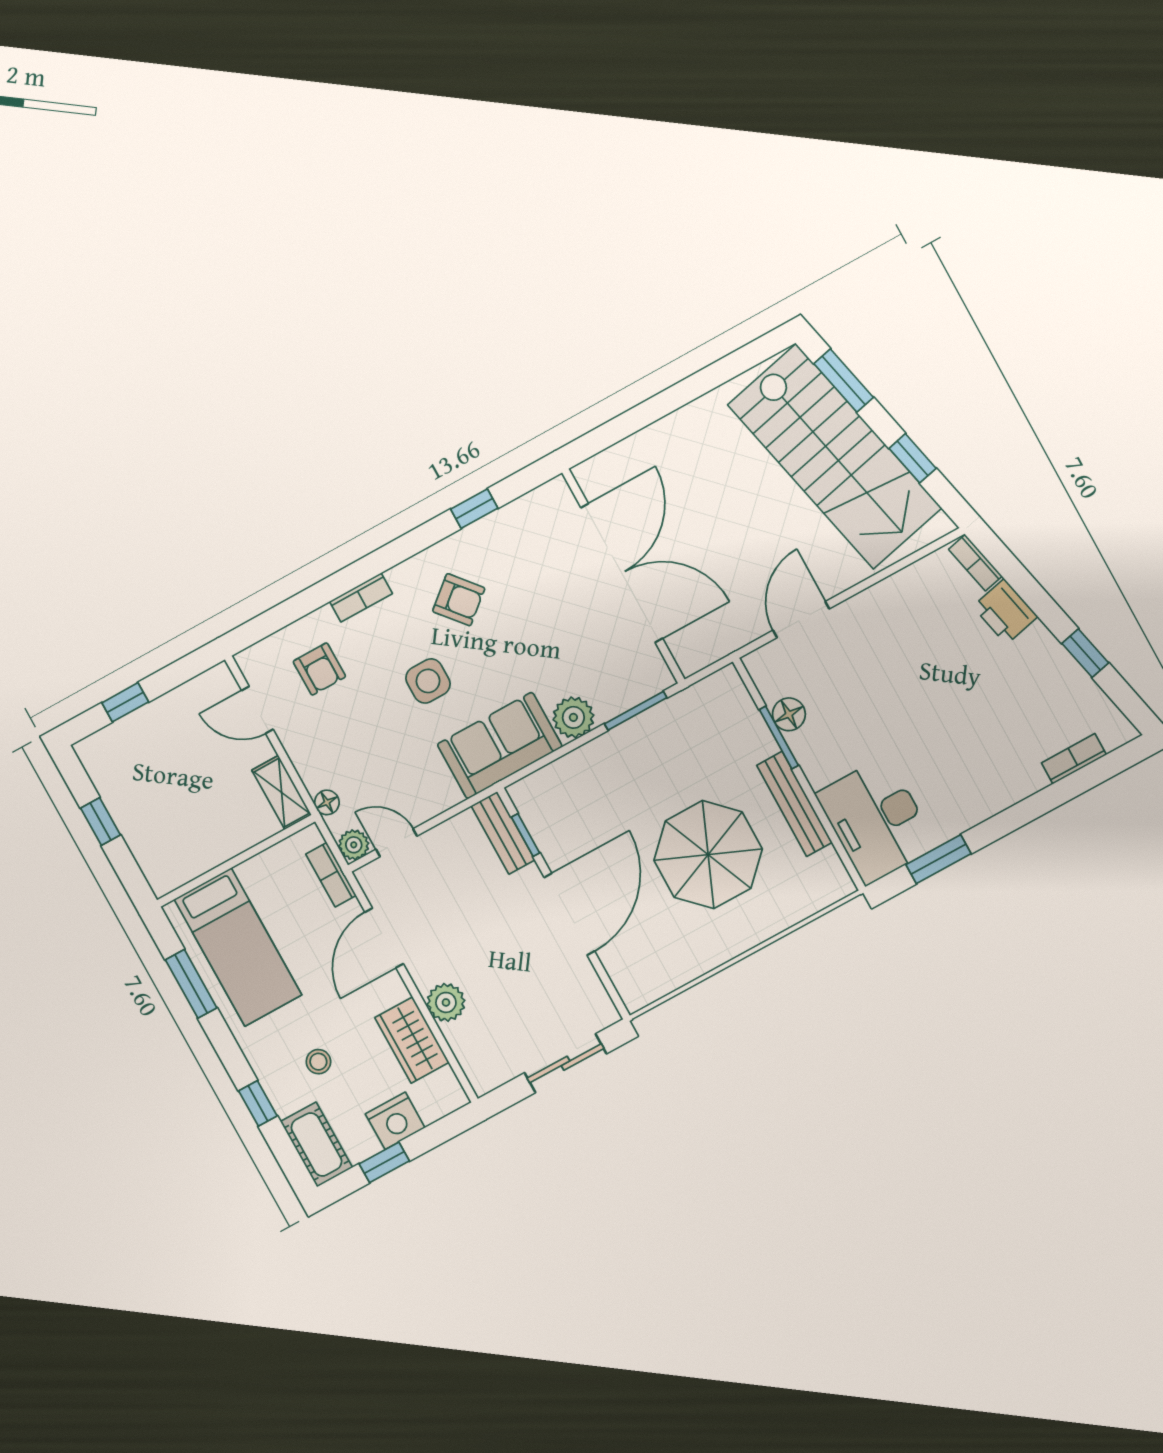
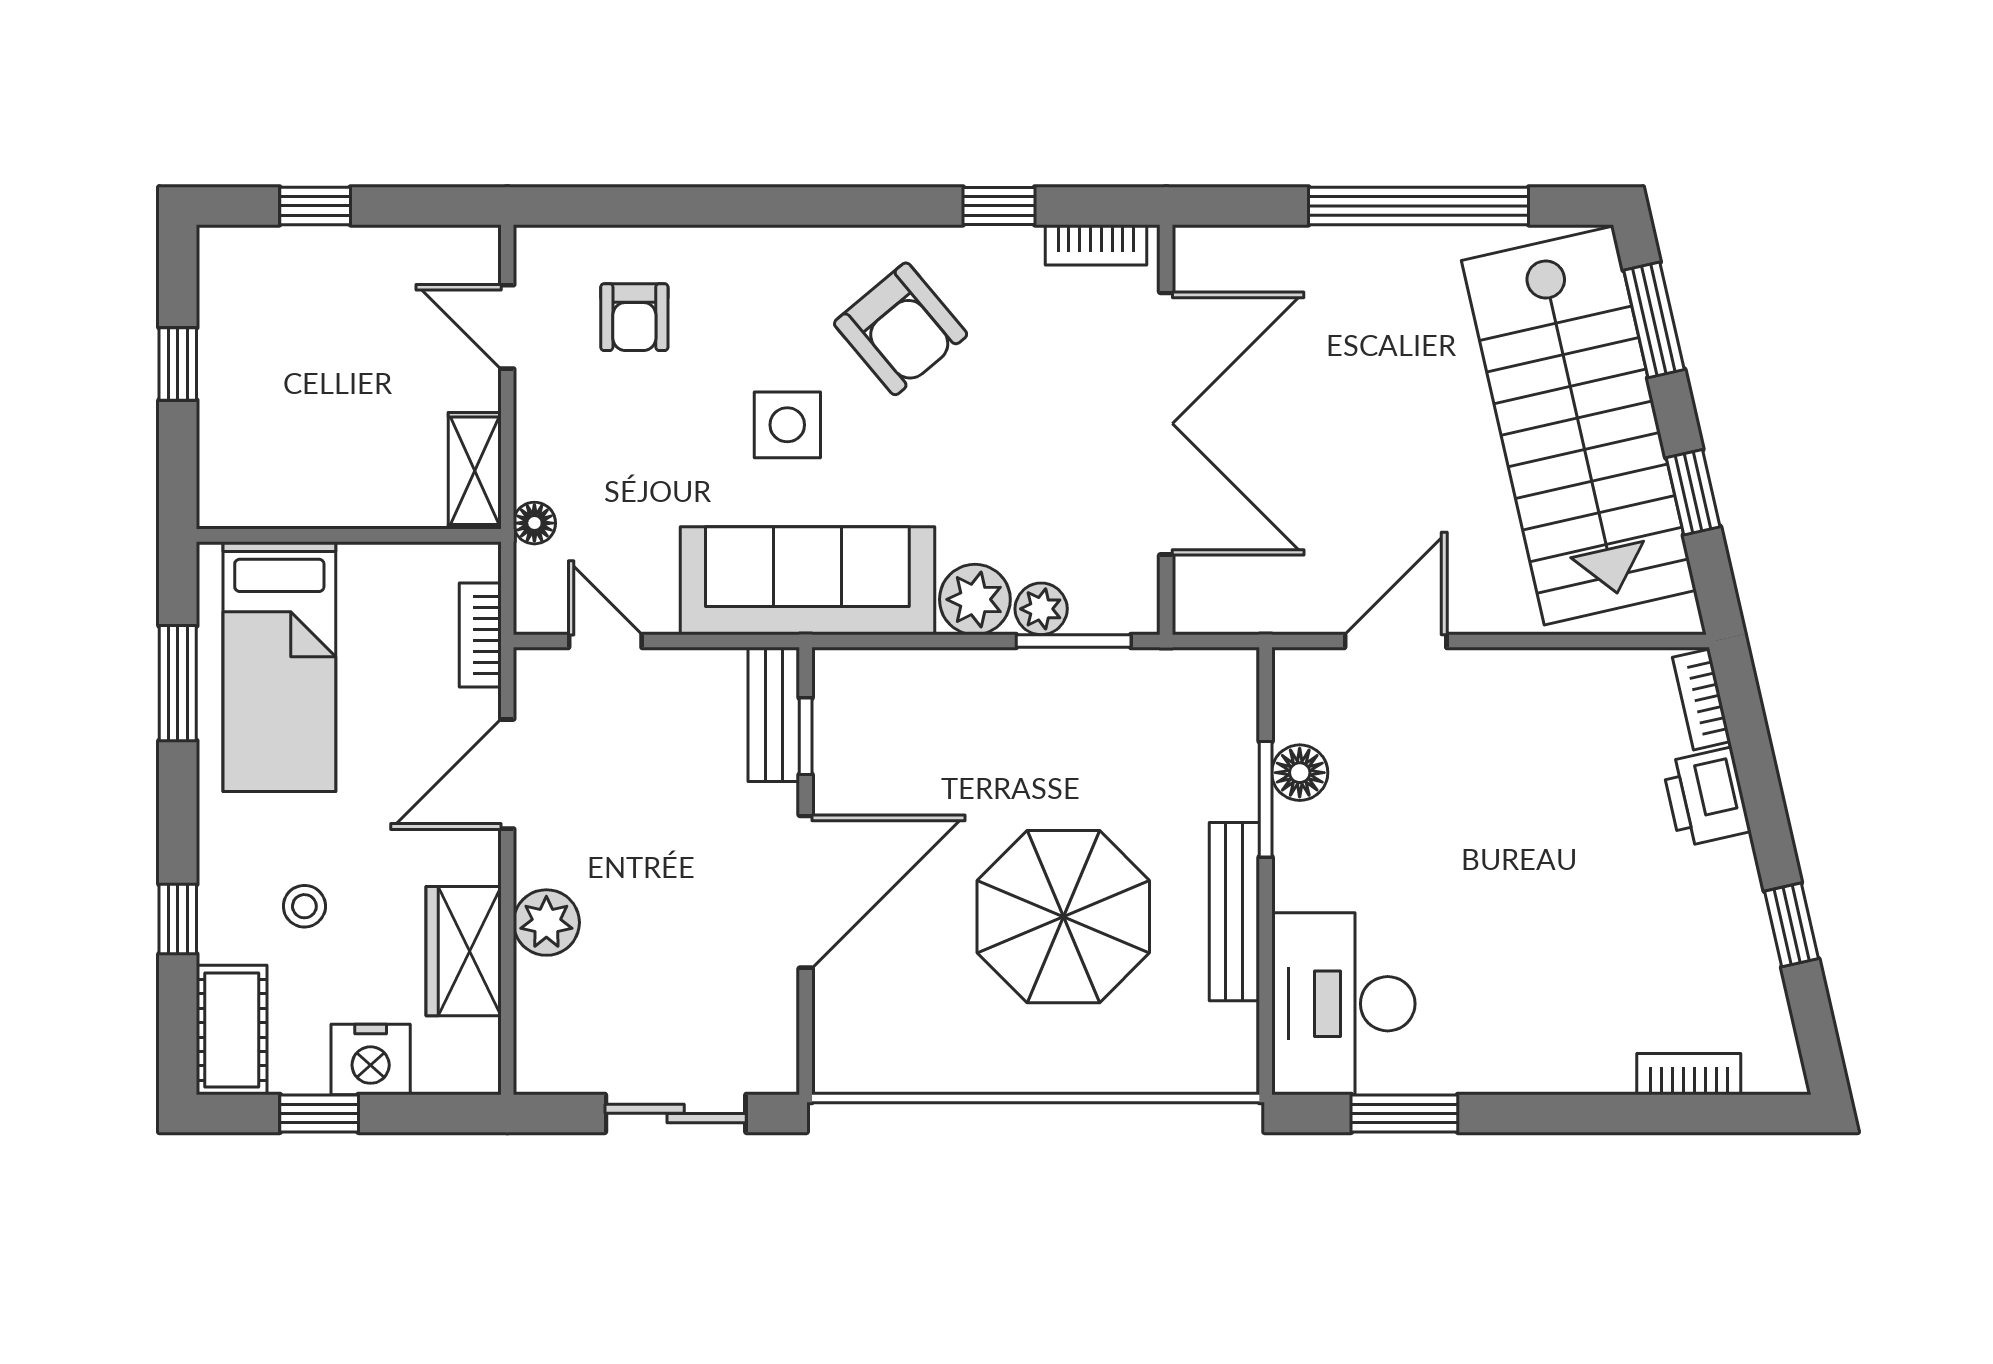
window: (690, 389) -> (1419, 206), added
bookcase: (361, 598) -> (1096, 245), moved
armchair: (459, 600) -> (901, 329), width x1.38, depth x1.38
sofa: (500, 746) -> (807, 581), width x1.36
plant: (354, 845) -> (1041, 609), moved

